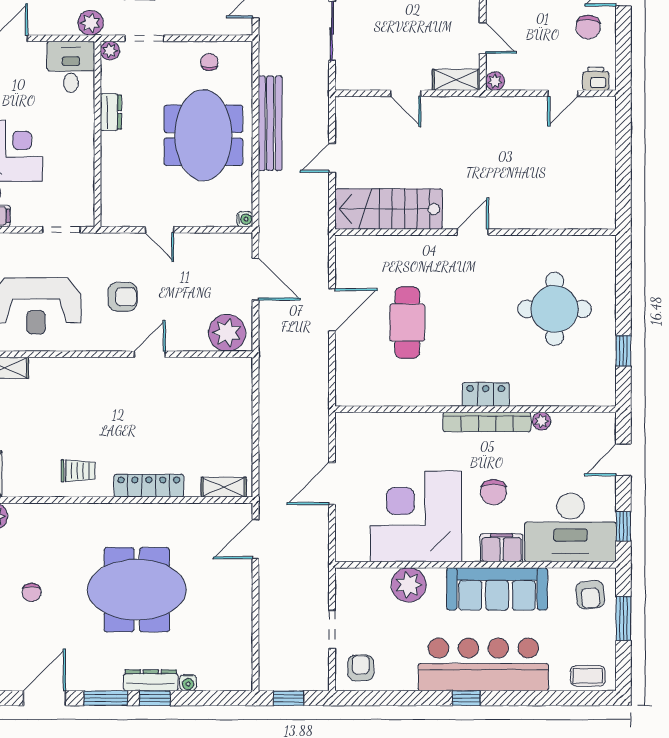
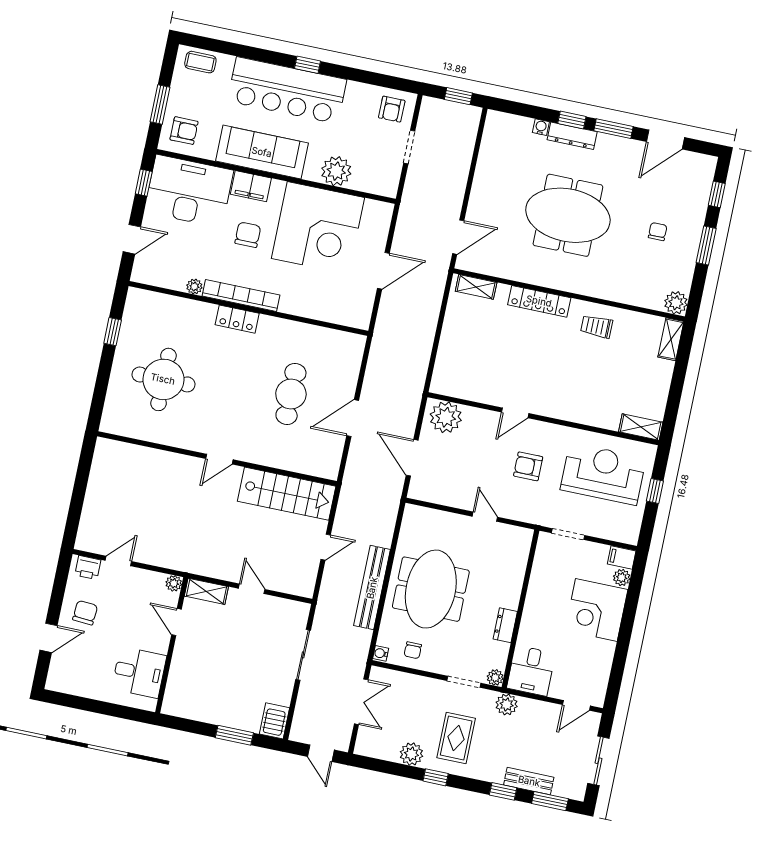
water cooler: (245, 219) -> (381, 653), moved
armchair: (590, 595) -> (184, 131), turned 96

